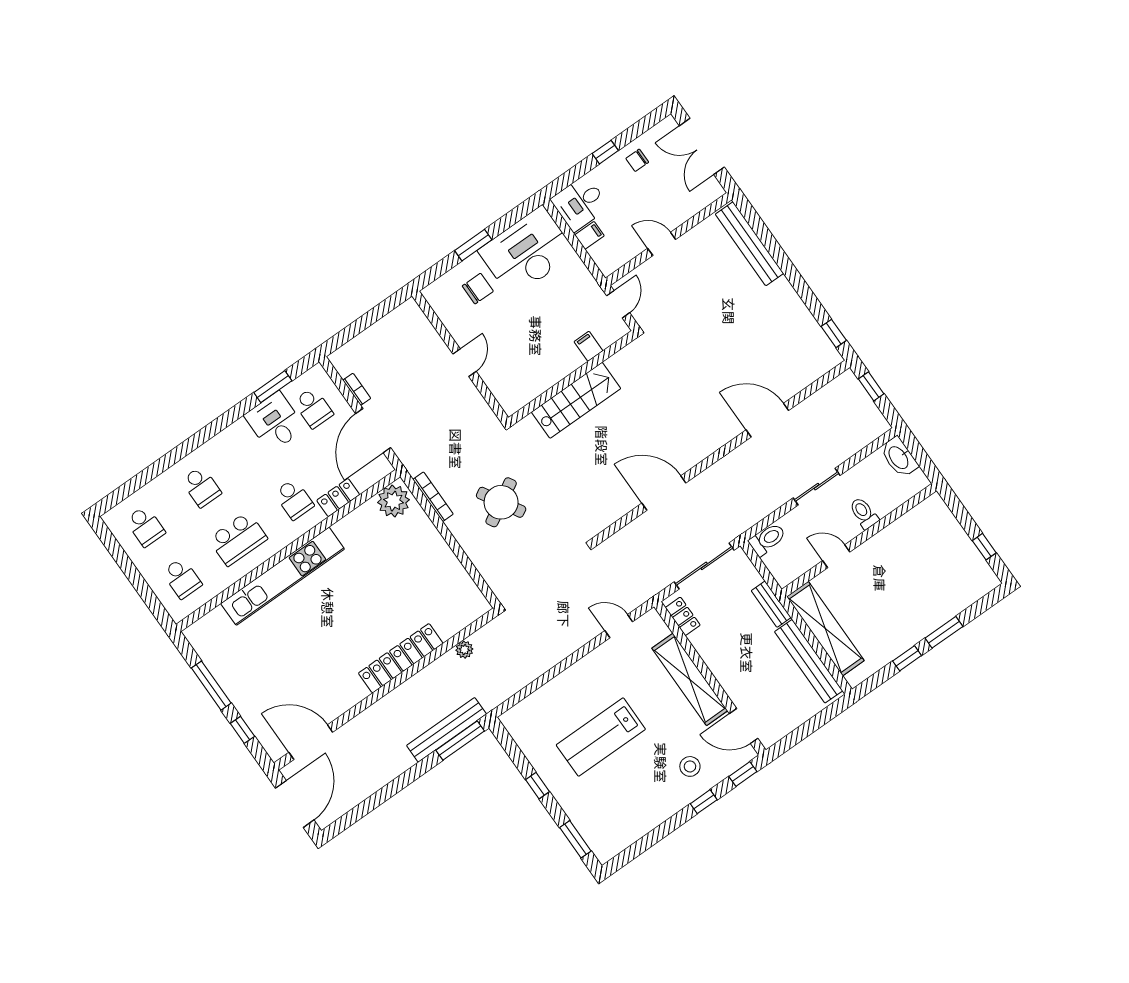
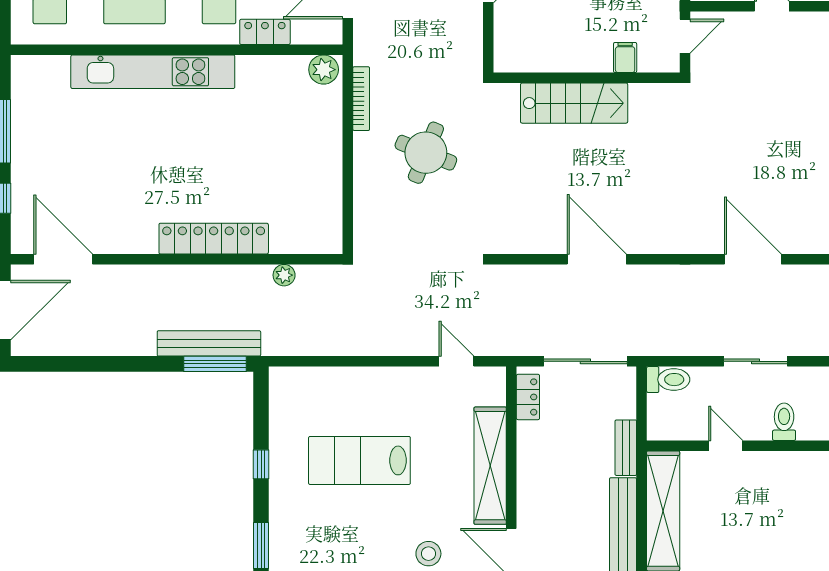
plant: (393, 501) -> (324, 70), width x0.73, depth x0.73
round table: (501, 502) -> (426, 153), turned -38

